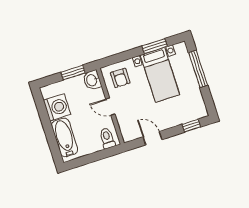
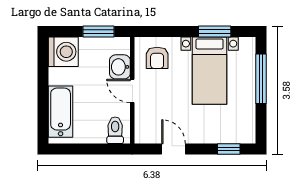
washbasin: (92, 80) -> (120, 67), moved
washing machine: (57, 107) -> (63, 52), moved

